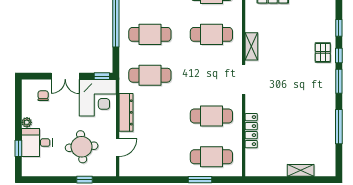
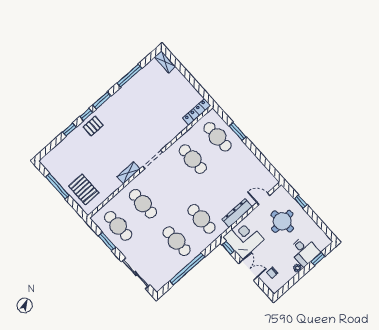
locker: (251, 131) -> (197, 112), moved
shelving: (301, 170) -> (165, 62), moved

